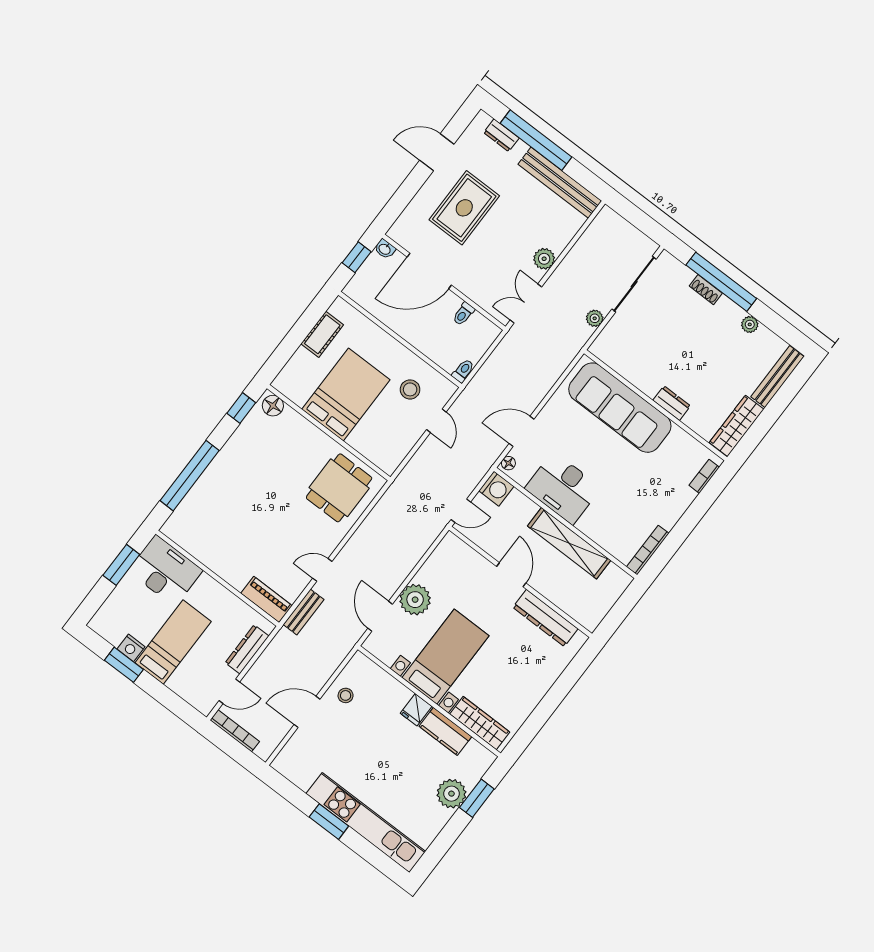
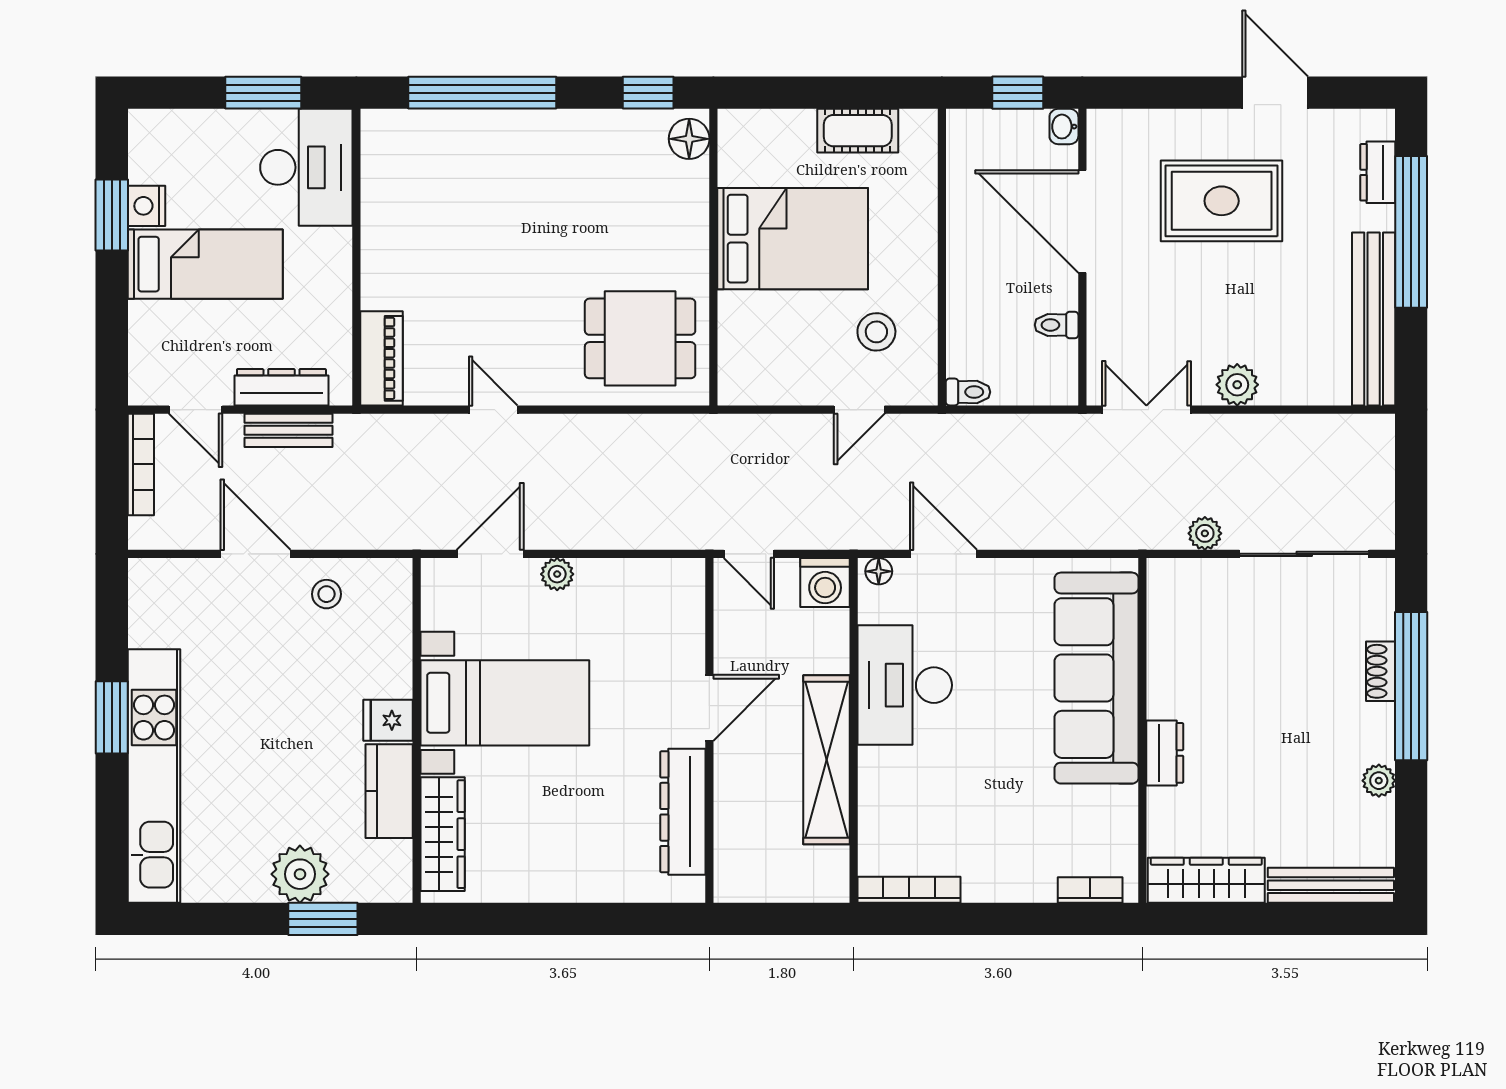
plant: (415, 600) -> (557, 574), width x0.53, depth x0.53
bench: (304, 612) -> (288, 430), moved

